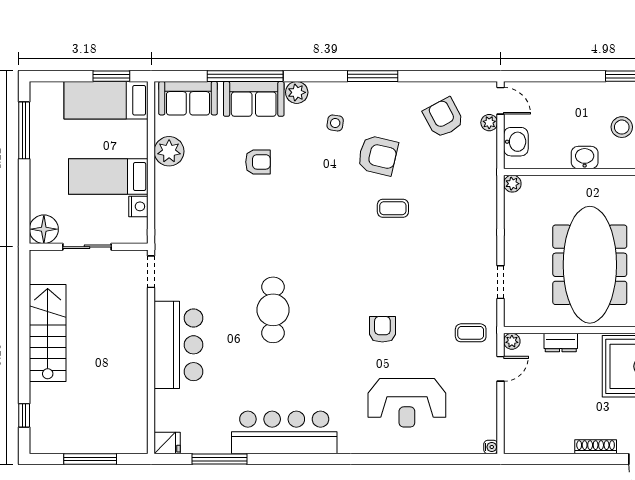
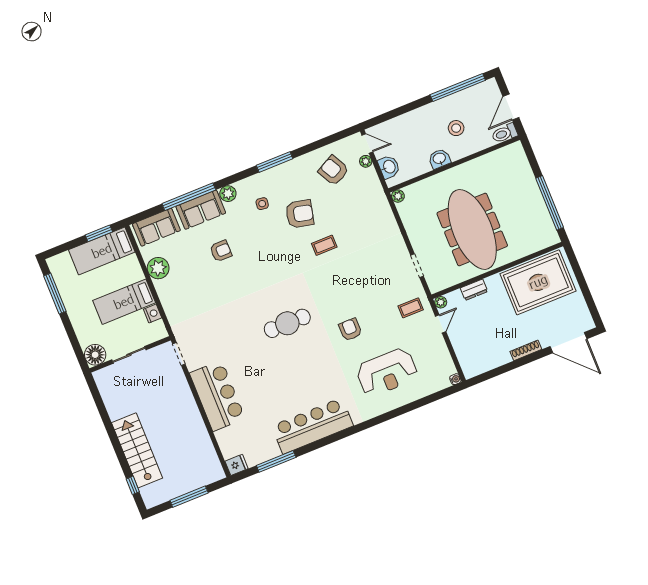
cafe table: (273, 310) -> (287, 323), moved, turned 90
stairs: (48, 333) -> (137, 450), moved

